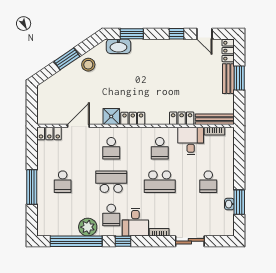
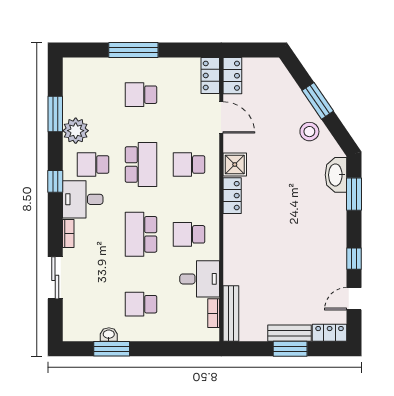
locker: (182, 118) -> (232, 76), moved
window: (76, 241) -> (55, 114), width x0.47

